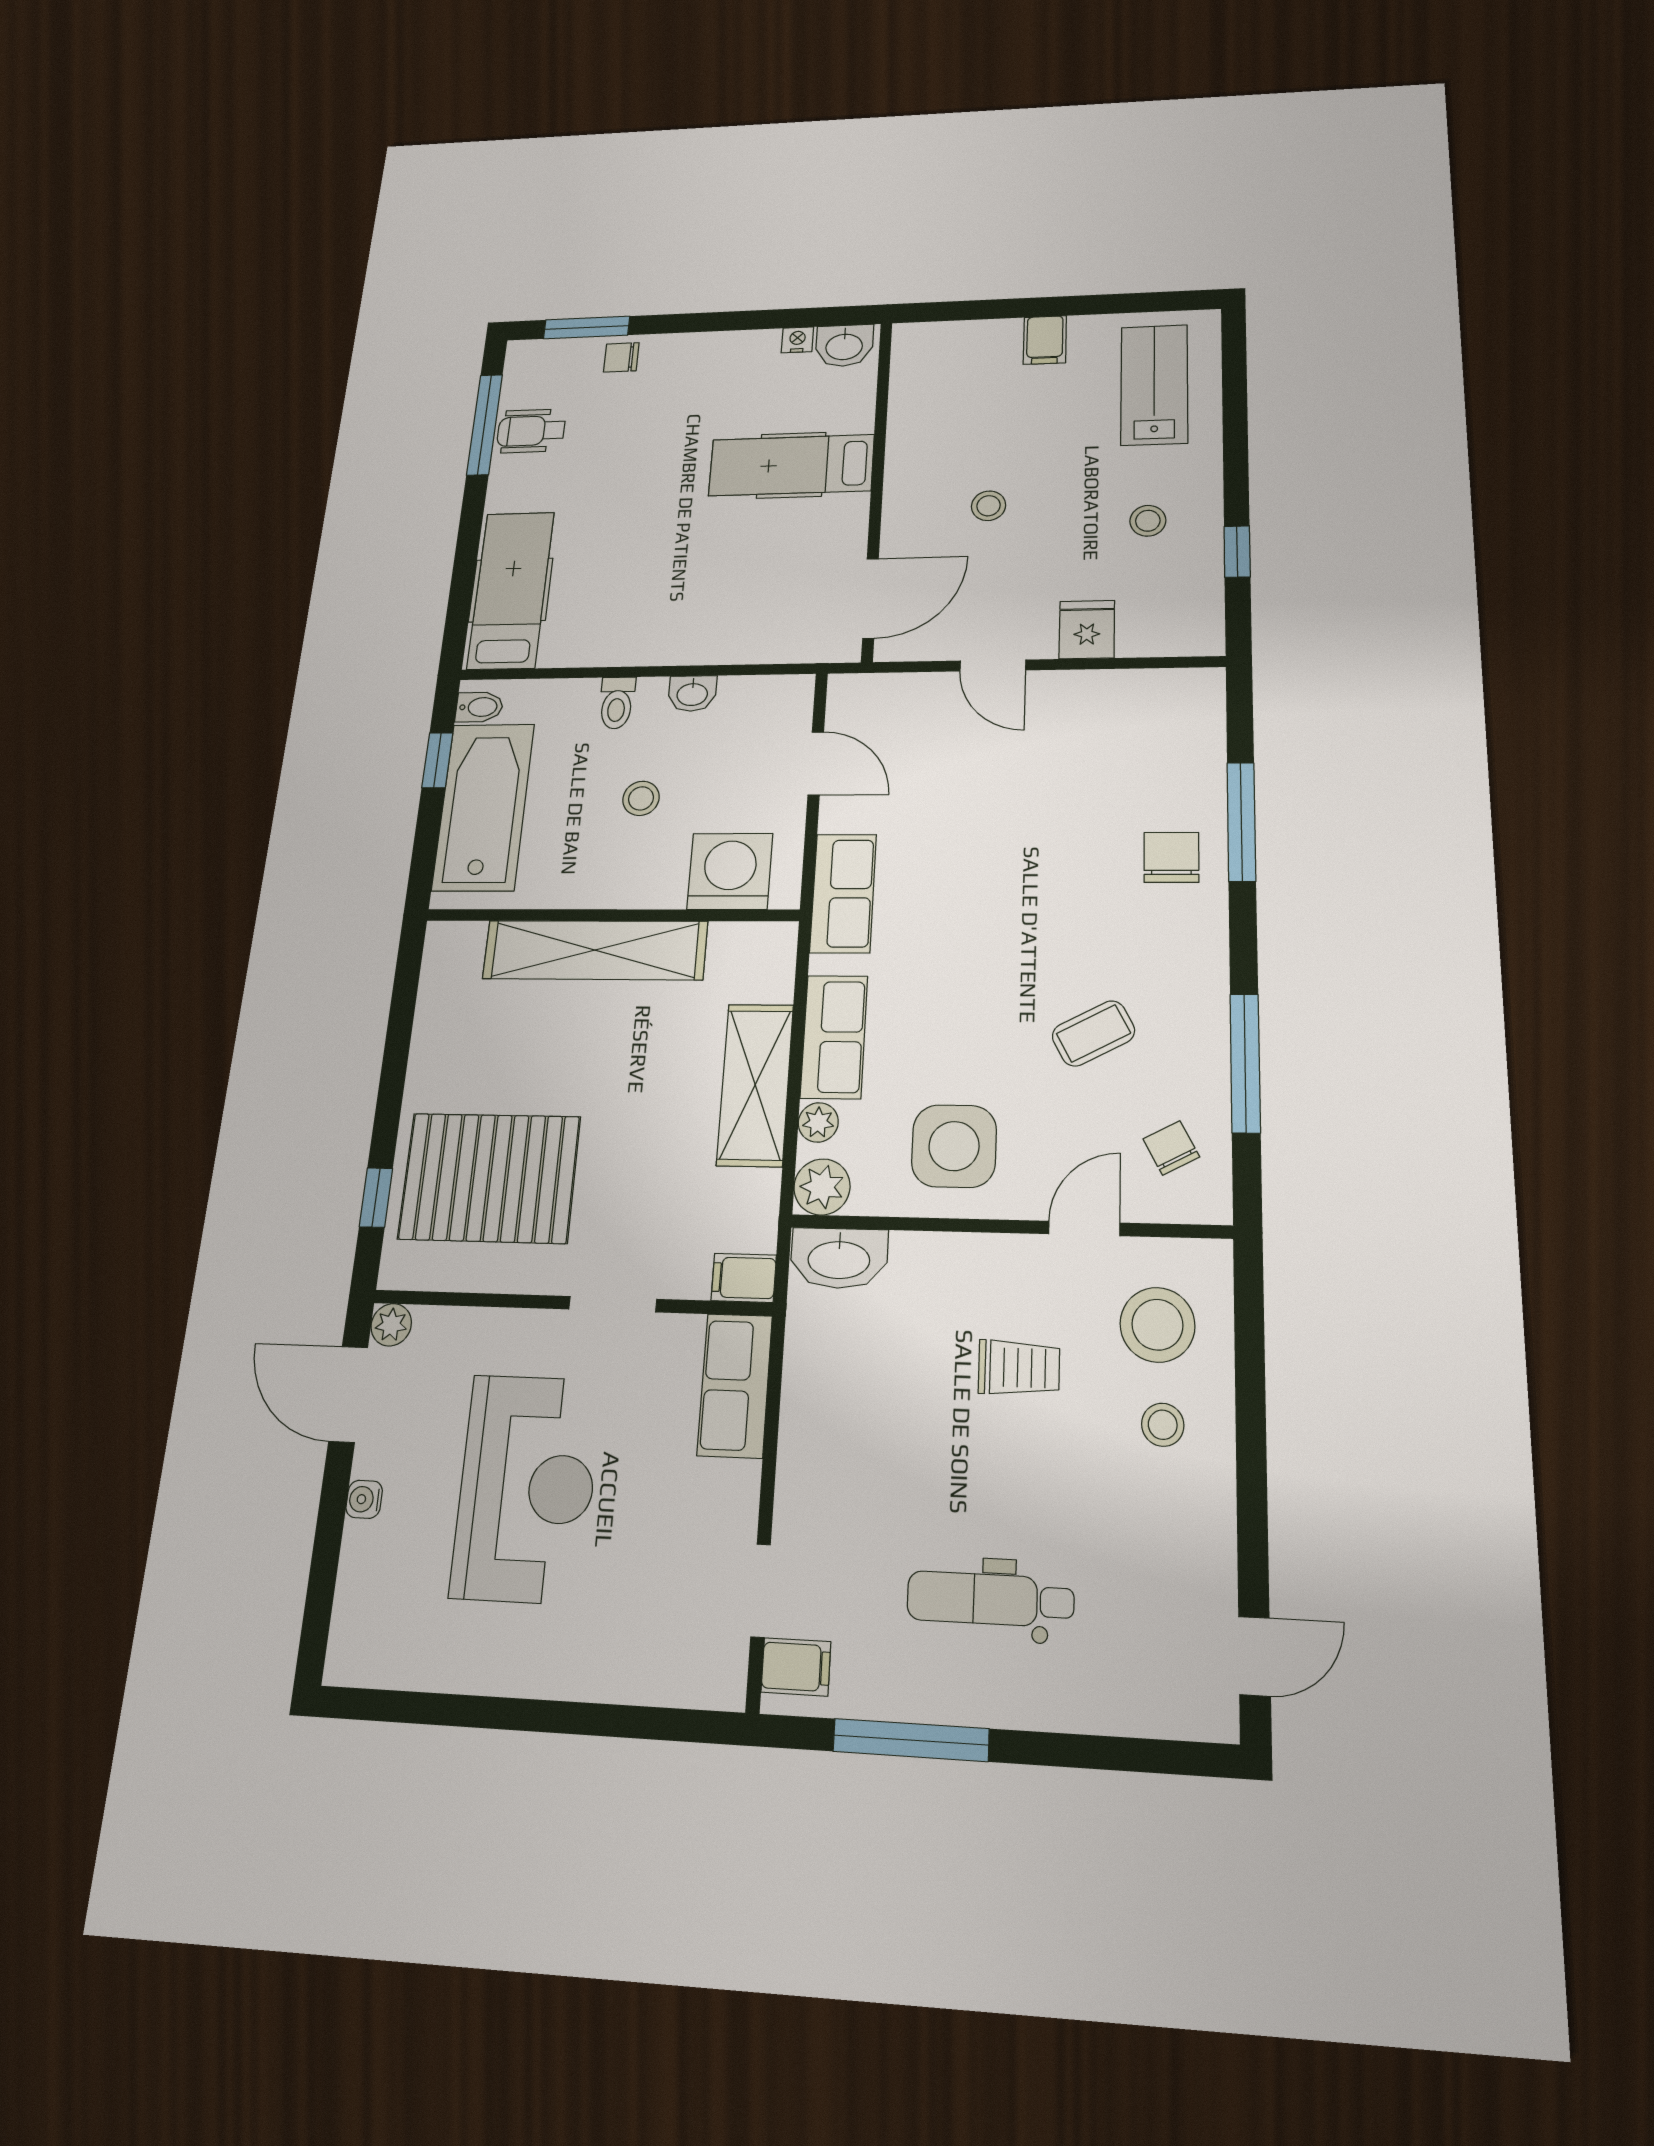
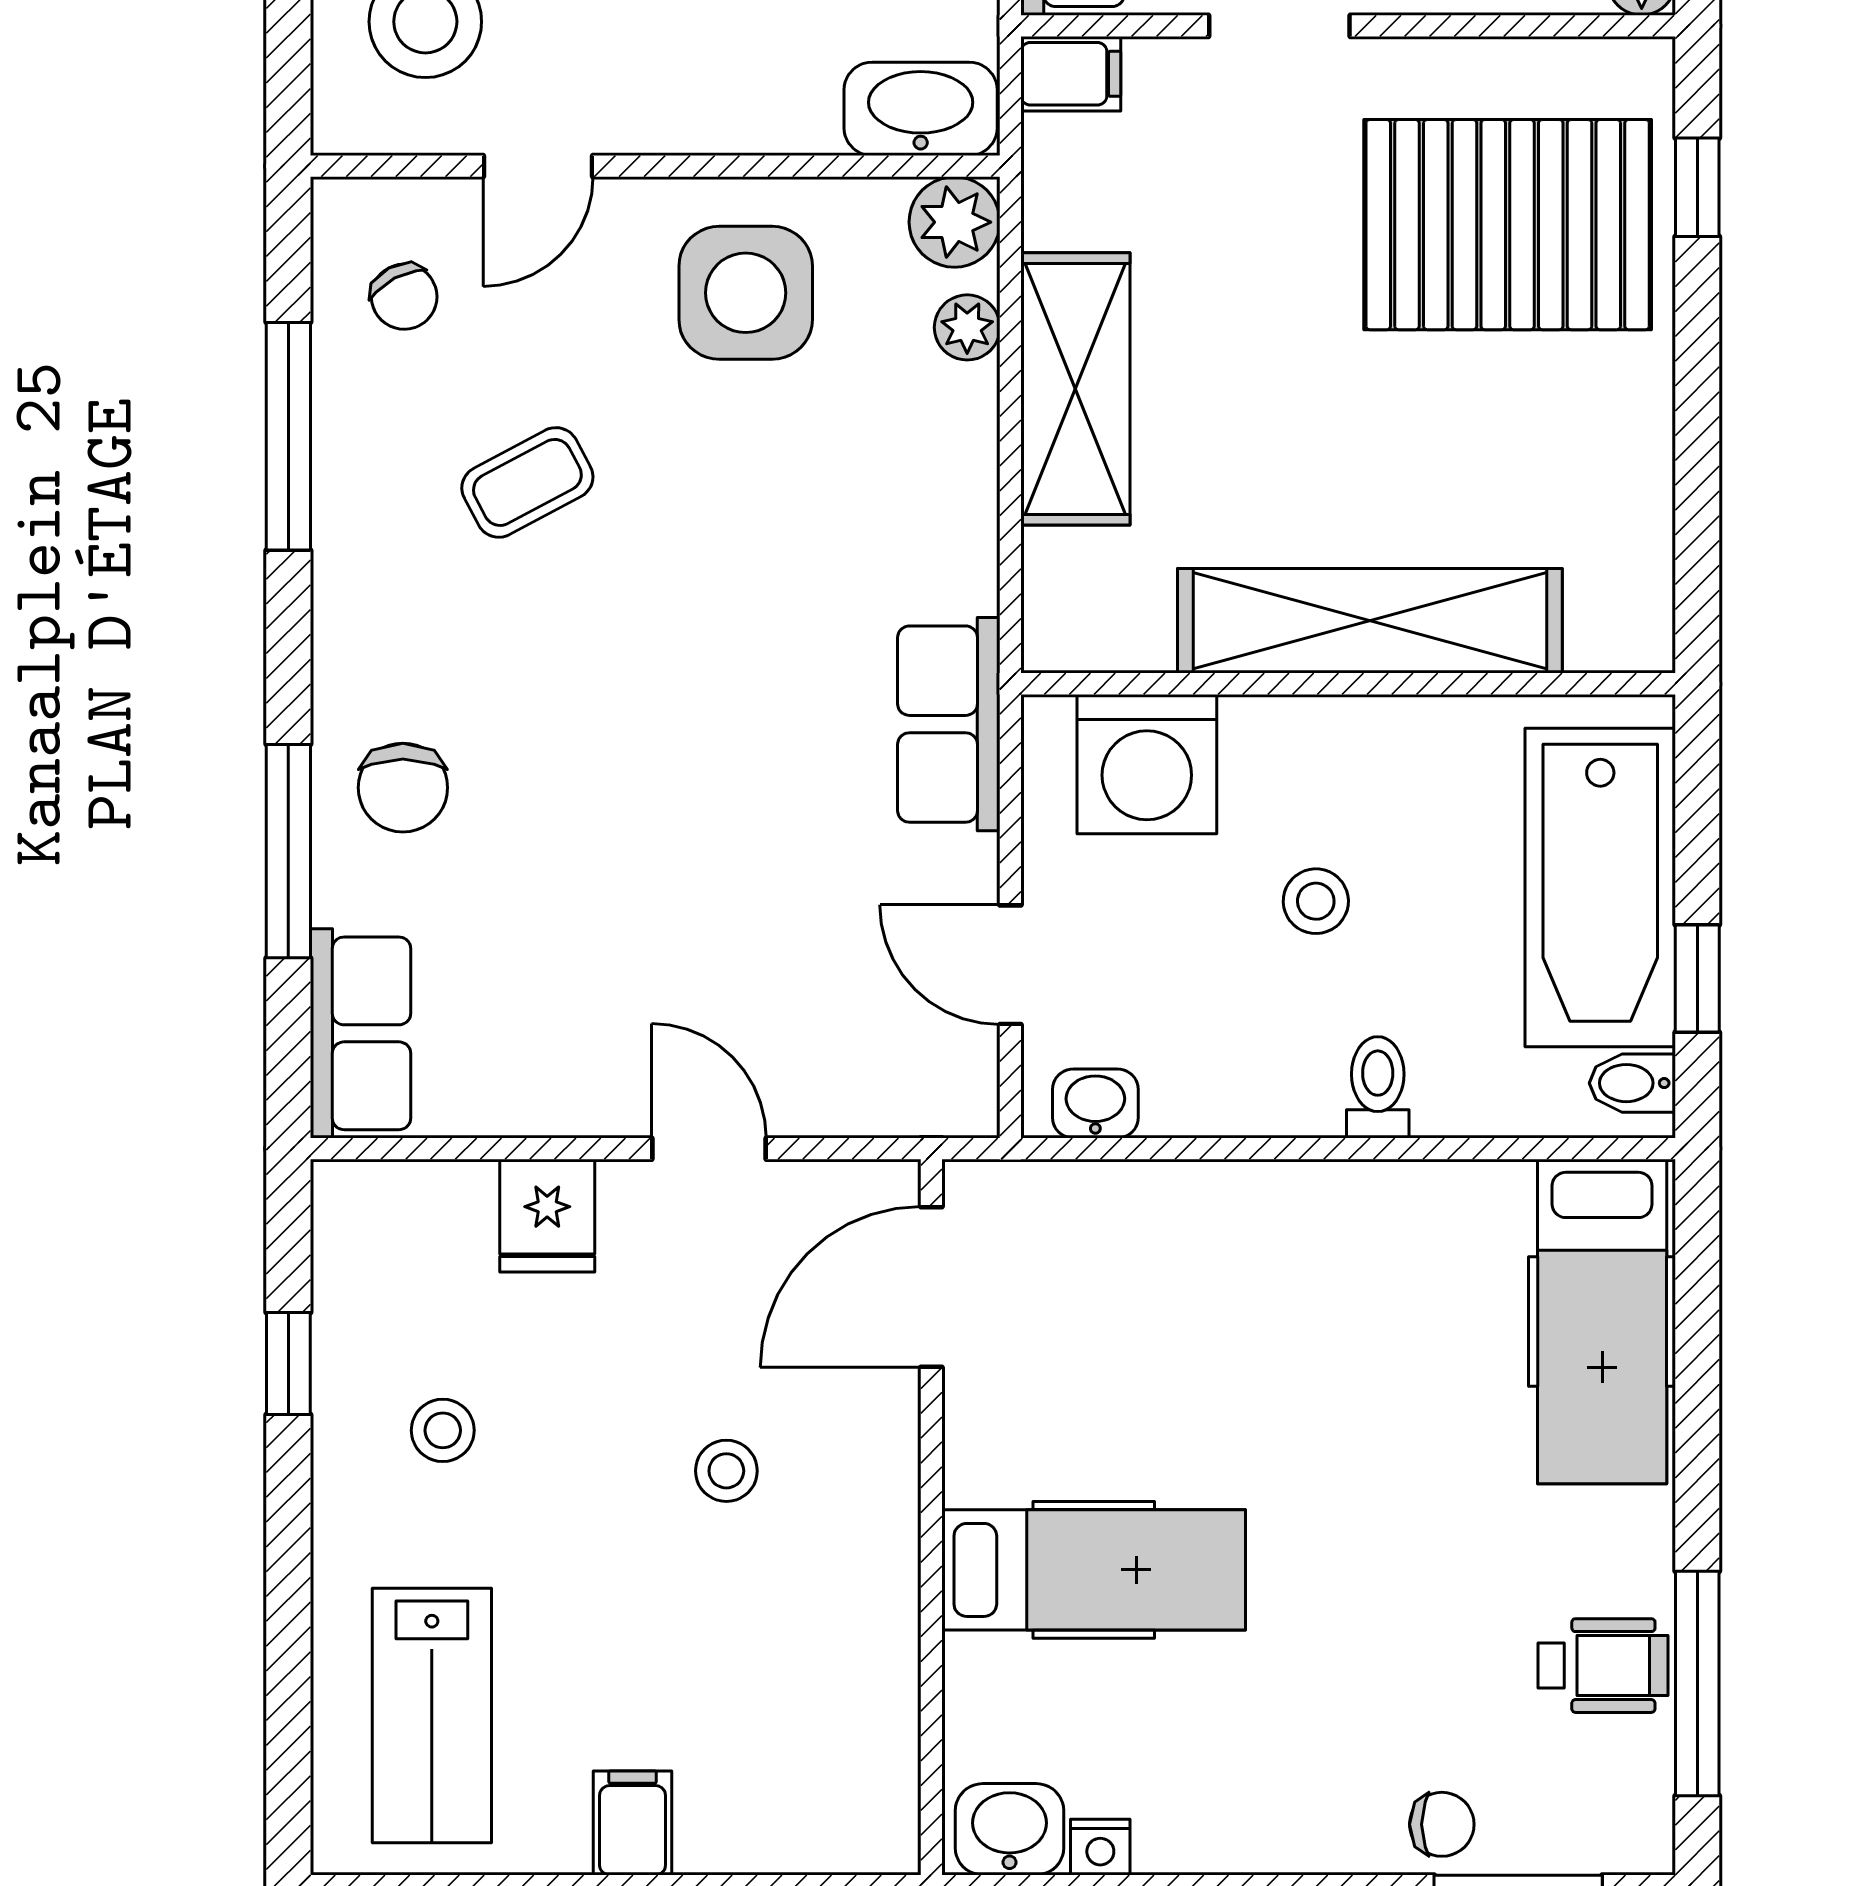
washbasin: (692, 694) -> (1095, 1104), moved
row of seats: (834, 1037) -> (360, 1033), moved, turned 180

